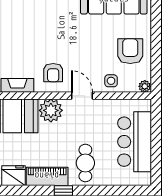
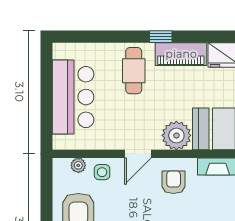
plant: (145, 86) -> (78, 165), moved
door: (82, 96) -> (138, 154), hinge flipped

